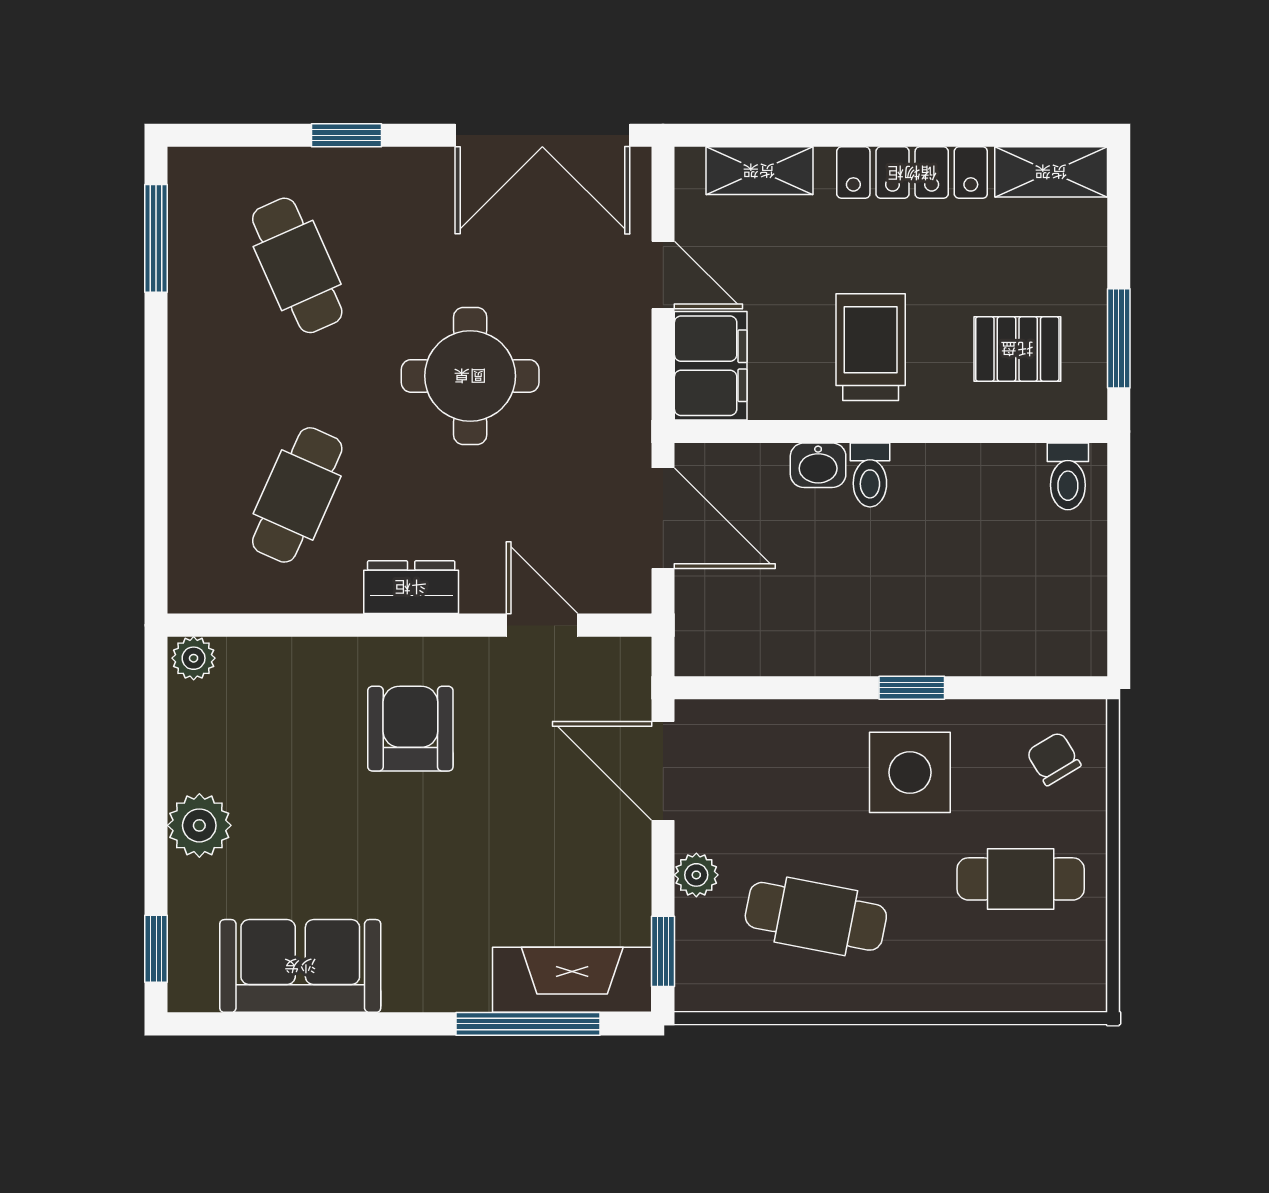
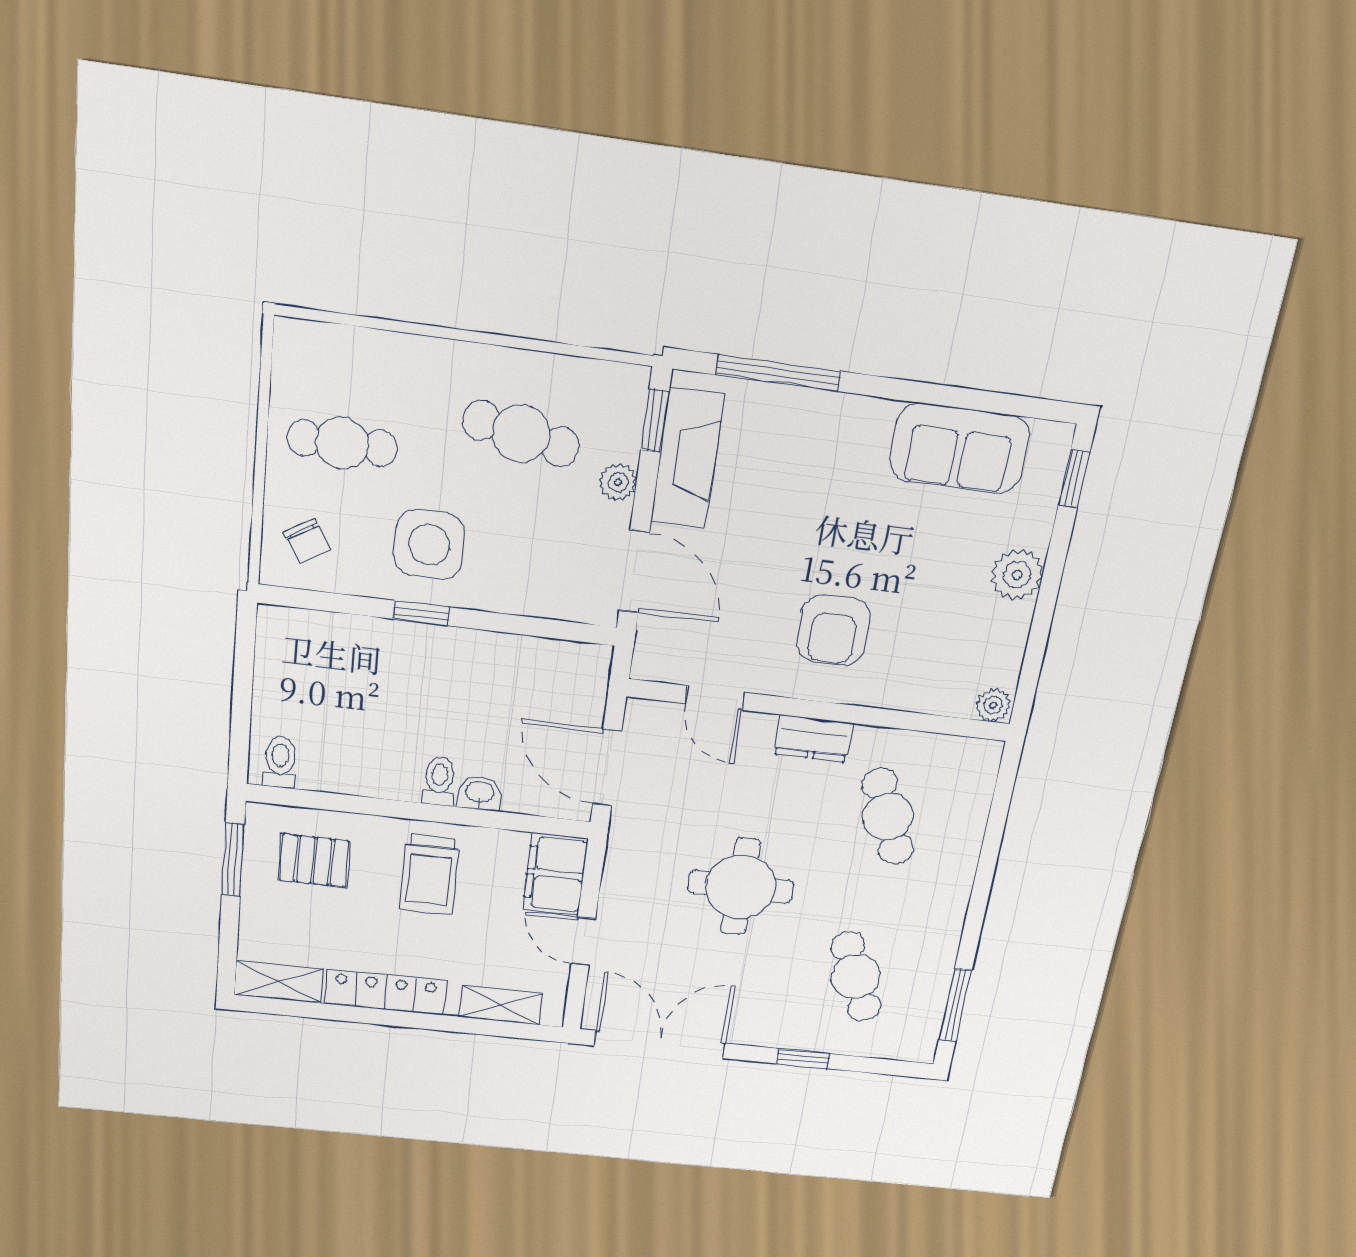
cafe table: (297, 495) -> (888, 817), turned -48
fireplace: (572, 980) -> (687, 459), moved, turned -90

